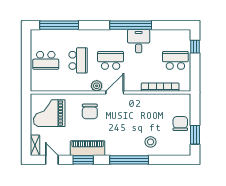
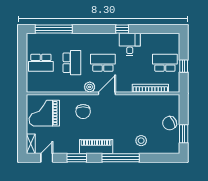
window: (131, 25) -> (122, 29), width x0.32
window: (195, 47) -> (184, 66), moved
chair: (180, 124) -> (170, 123), turned -117
piano: (88, 148) -> (96, 146), moved
door: (52, 160) -> (47, 158), hinge flipped

